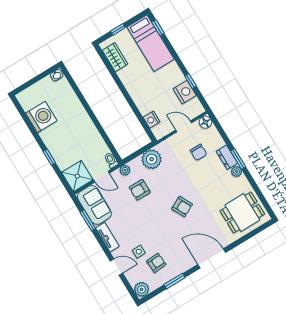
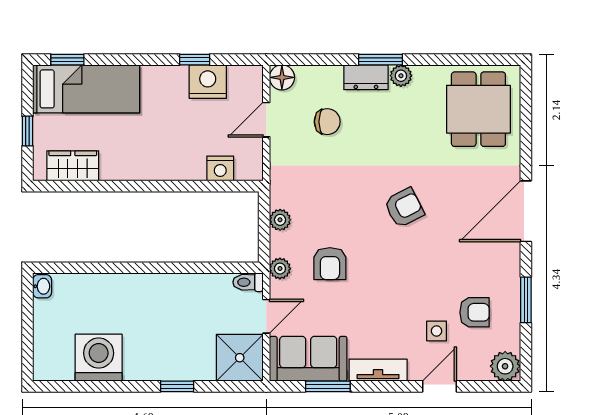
plant: (152, 159) -> (280, 220), width x0.53, depth x0.53
armchair: (156, 263) -> (475, 312), turned 94

